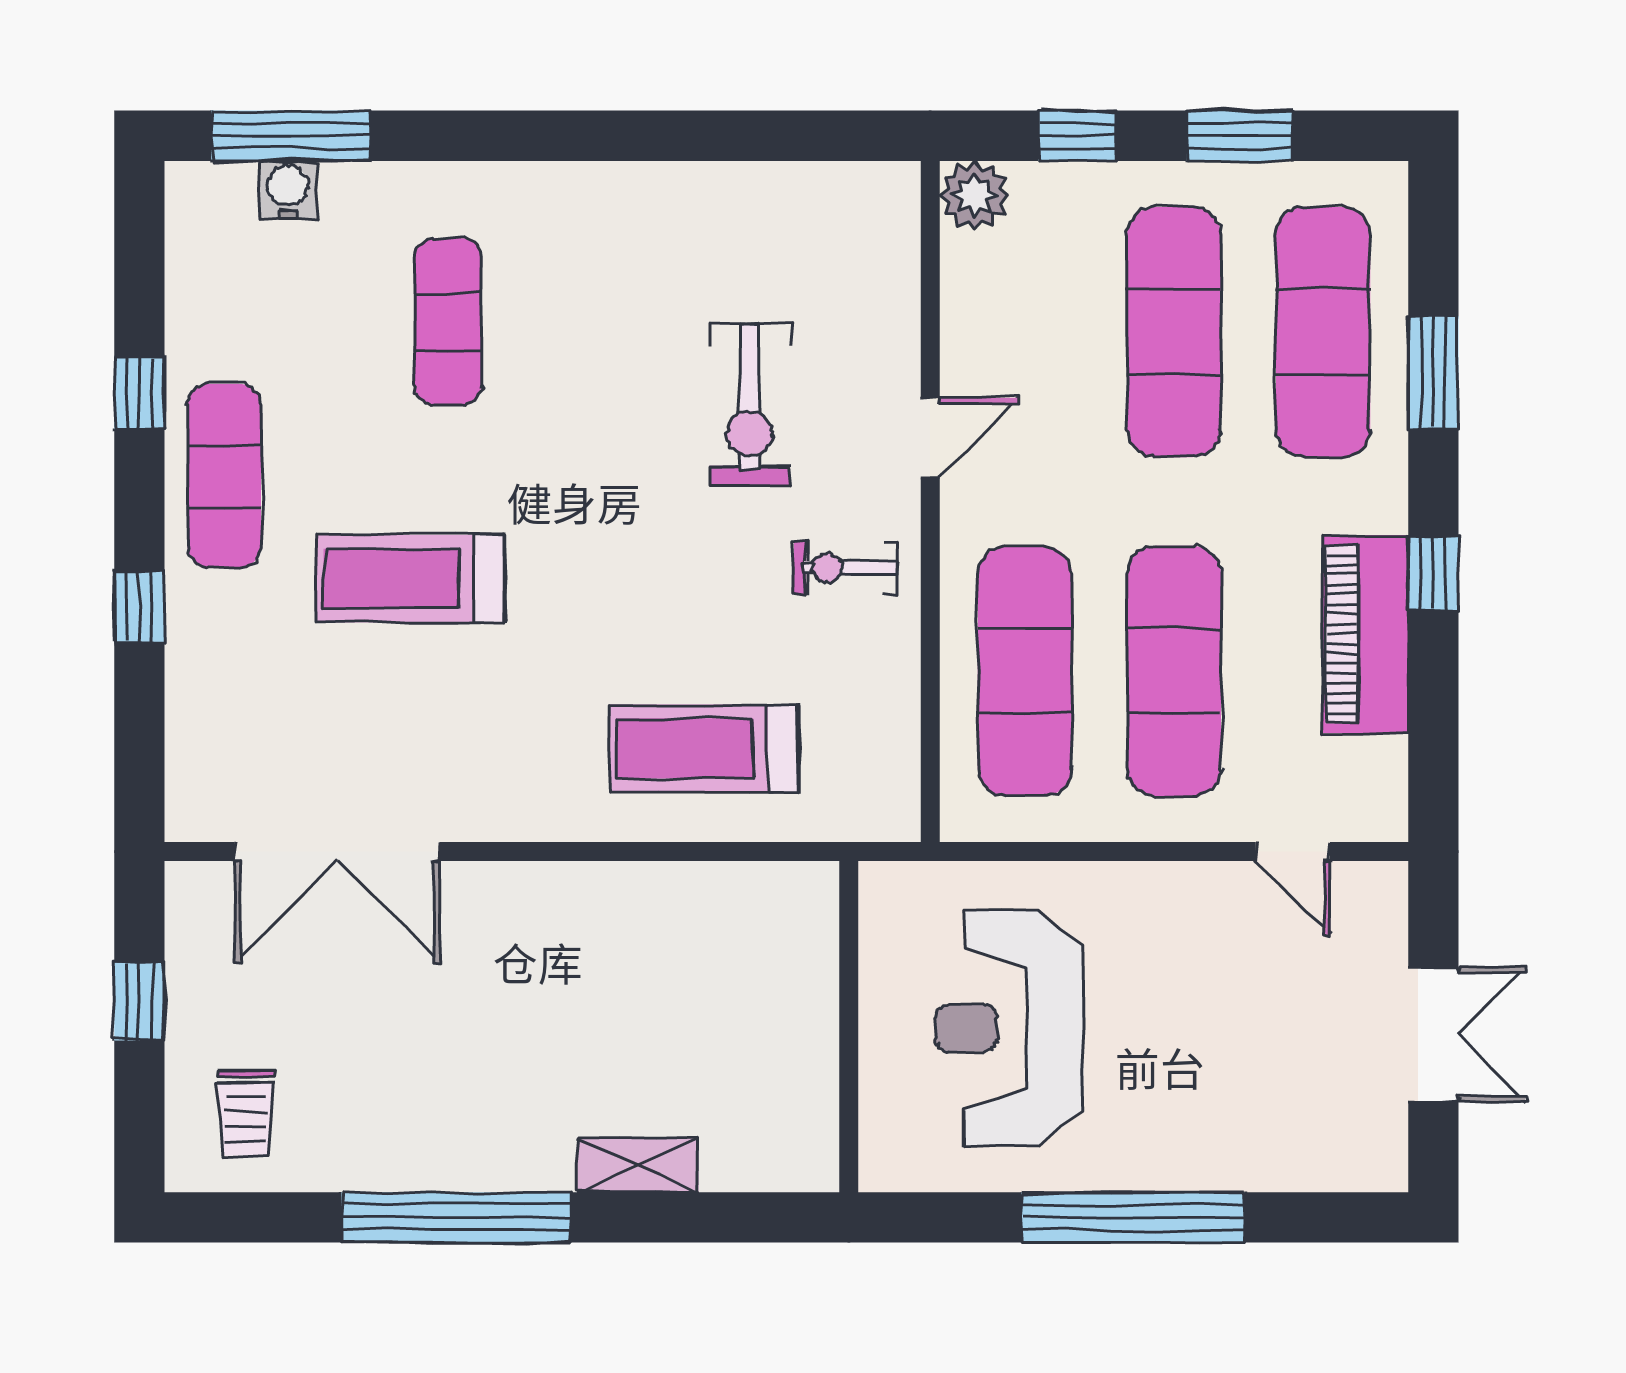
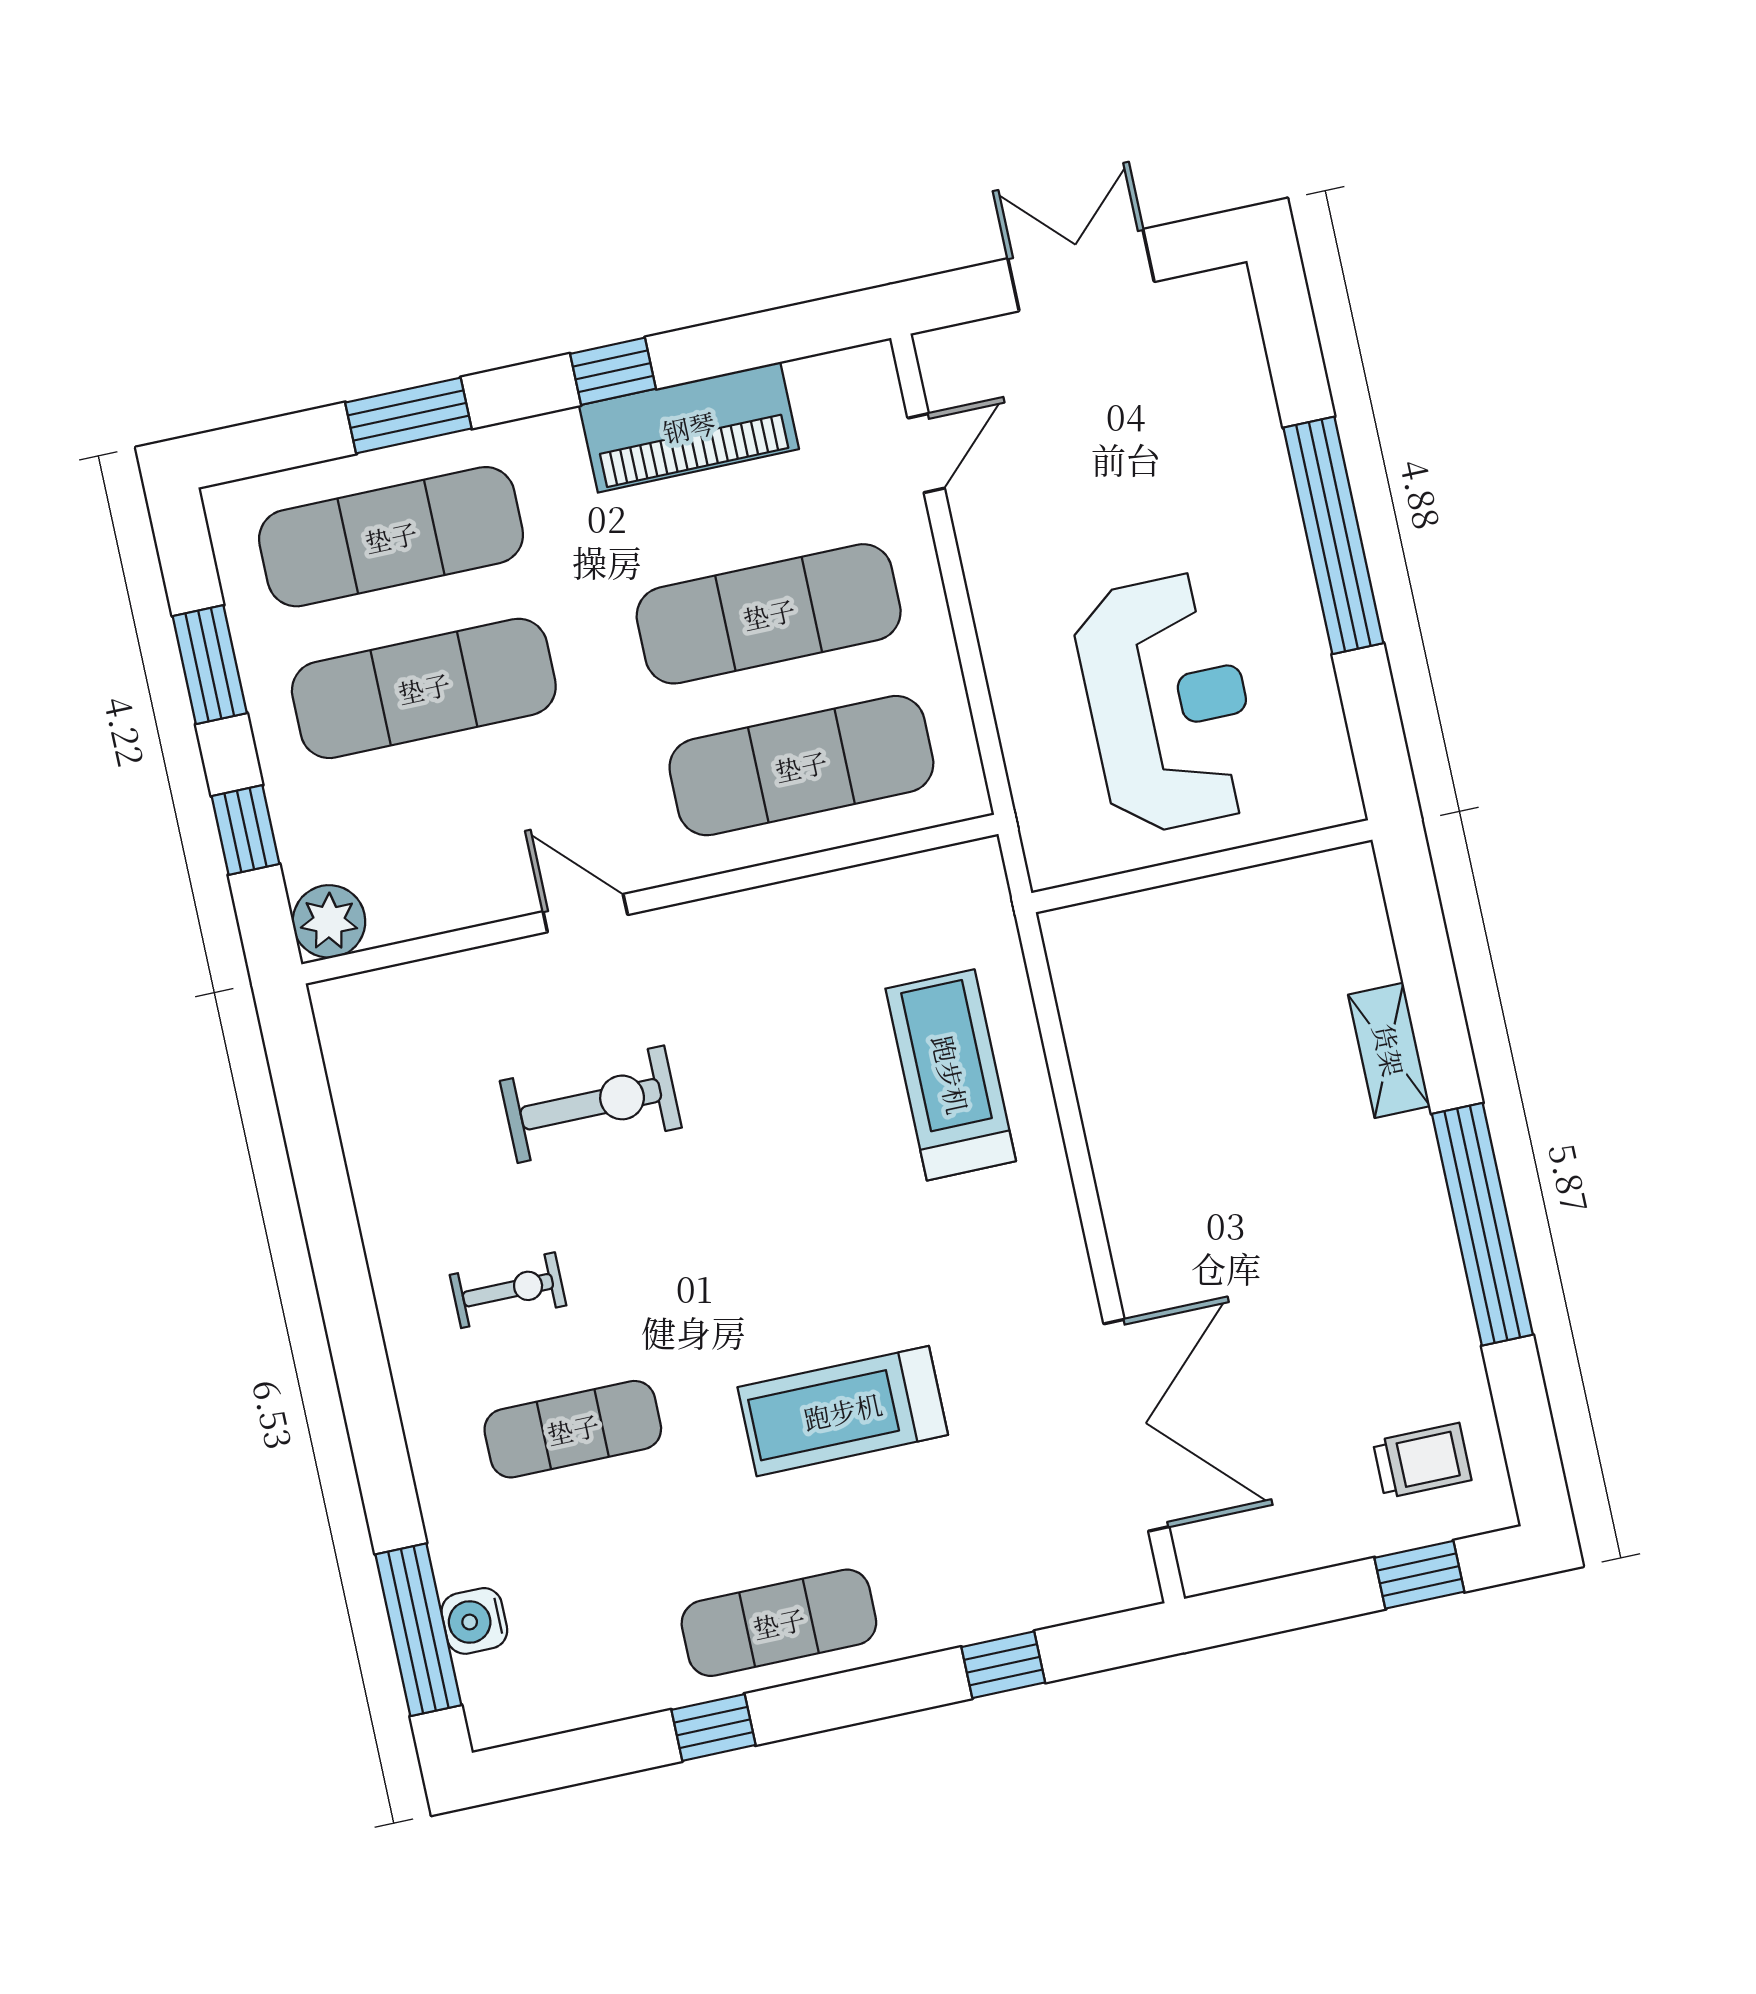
exercise bike: (846, 568) -> (508, 1290), moved, turned -90
treadmill: (410, 579) -> (843, 1411), turned 90
window: (139, 607) -> (1003, 1665), moved
treadmill: (704, 748) -> (951, 1075), turned 180
window: (139, 1002) -> (1419, 1575), moved
reception desk: (1009, 1028) -> (1168, 703), turned -90

